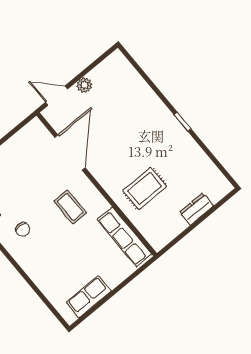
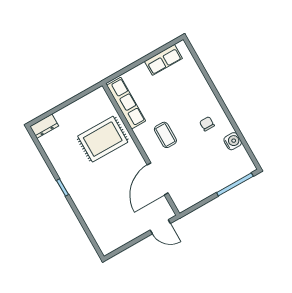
plant: (84, 85) -> (136, 231), removed
rug: (145, 188) -> (103, 139), width x1.36, depth x1.43
dresser: (196, 209) -> (44, 126), moved

